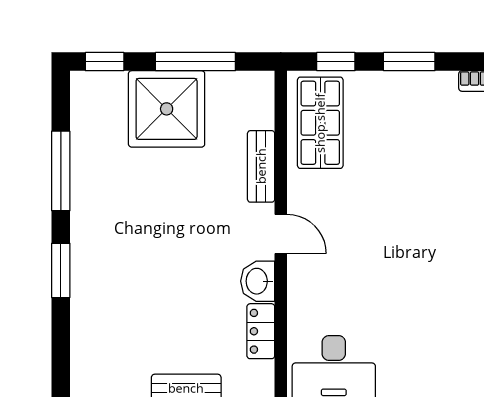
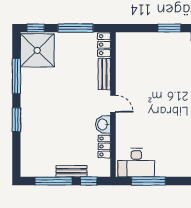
window: (336, 62) -> (137, 28), removed
locker: (260, 99) -> (104, 45), added
shower: (167, 109) -> (37, 50), moved
shop shelf: (320, 123) -> (130, 55), removed

